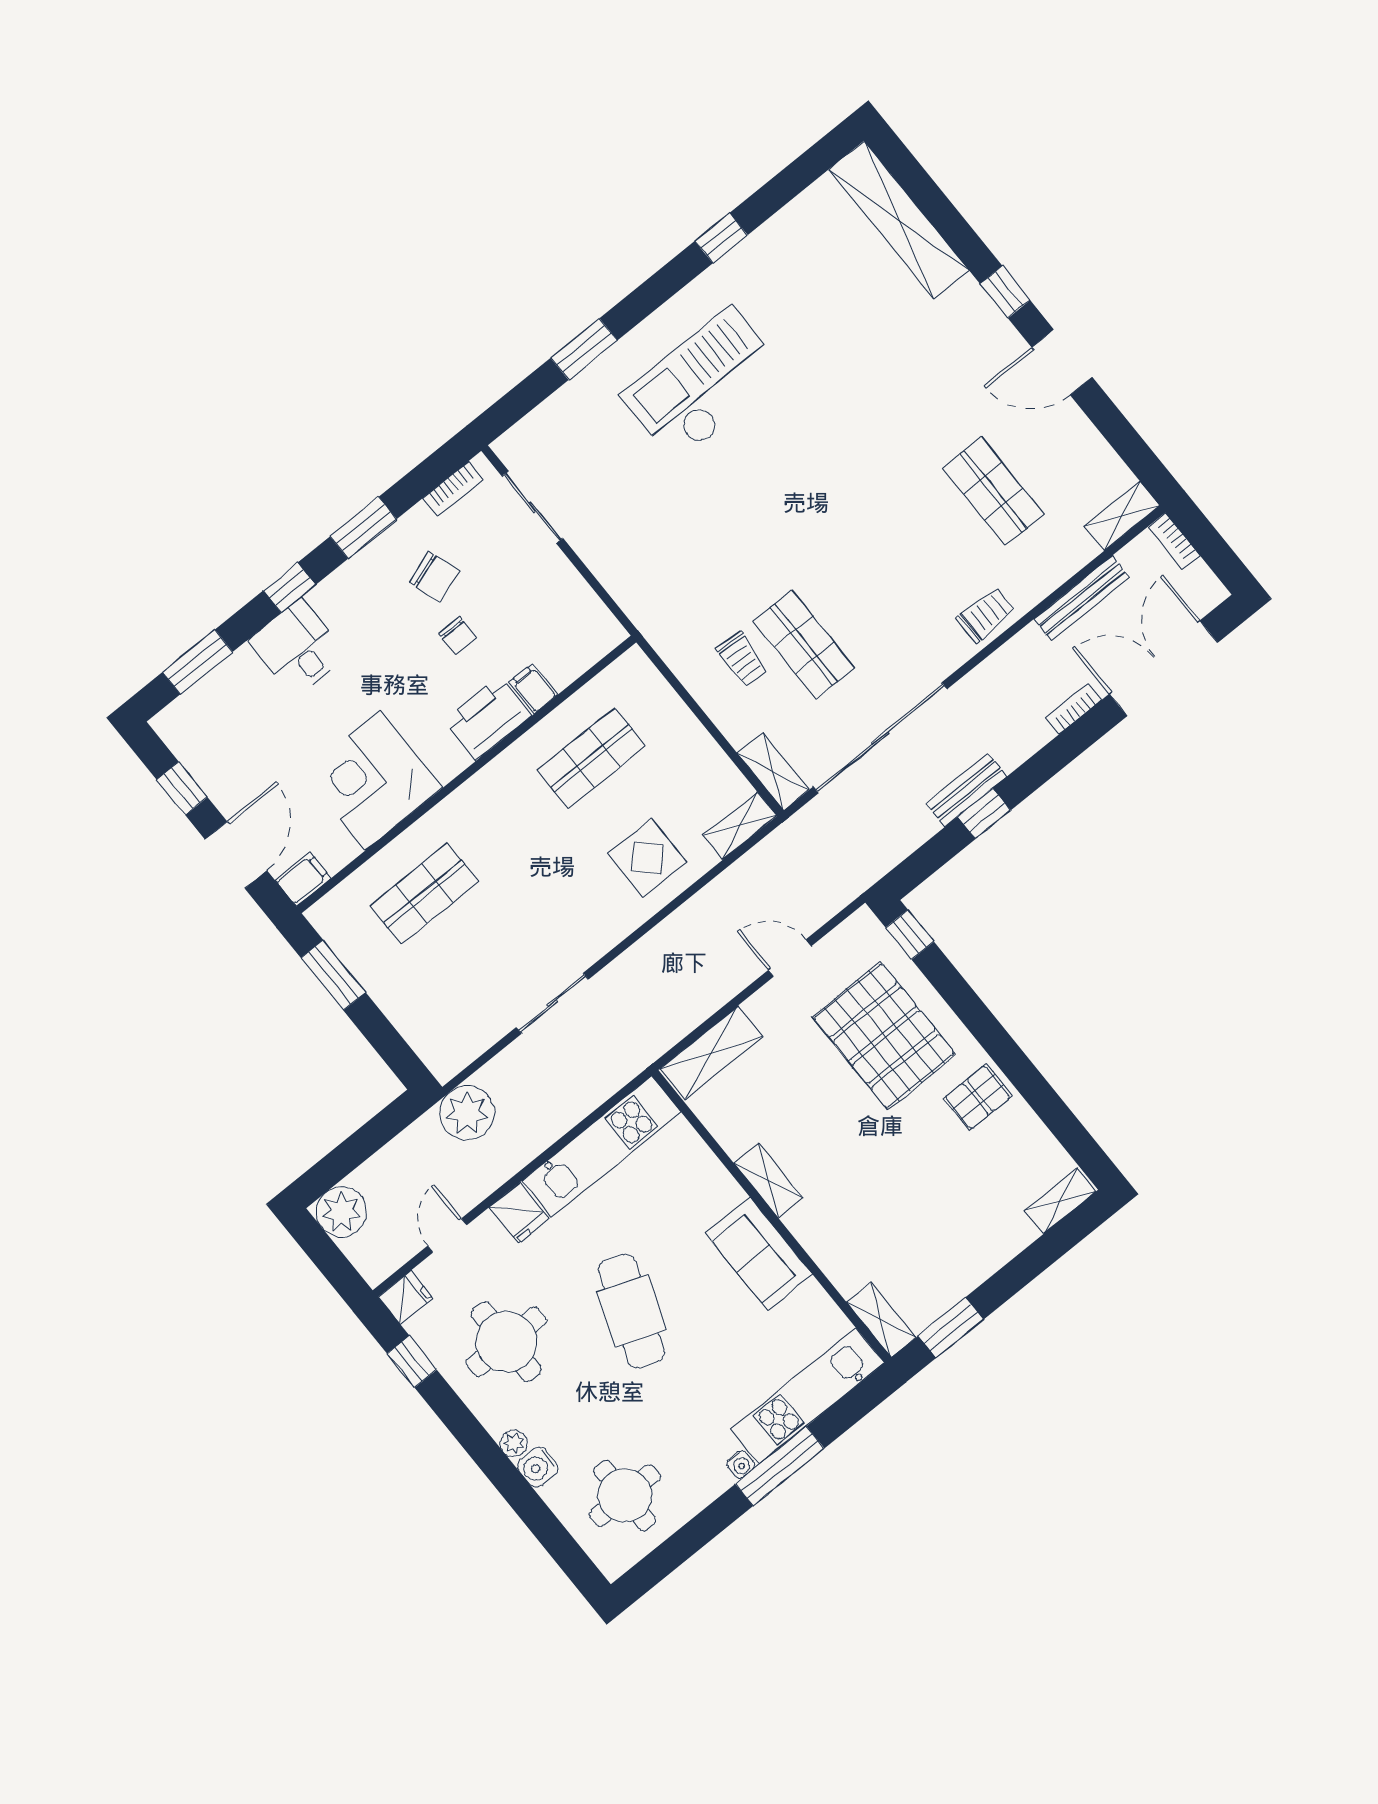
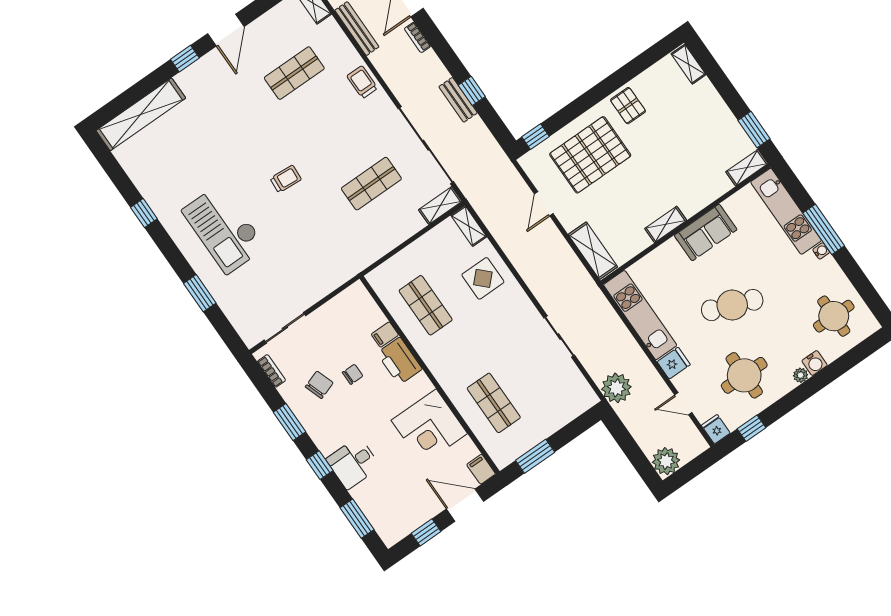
trolley: (742, 659) -> (286, 179), moved

